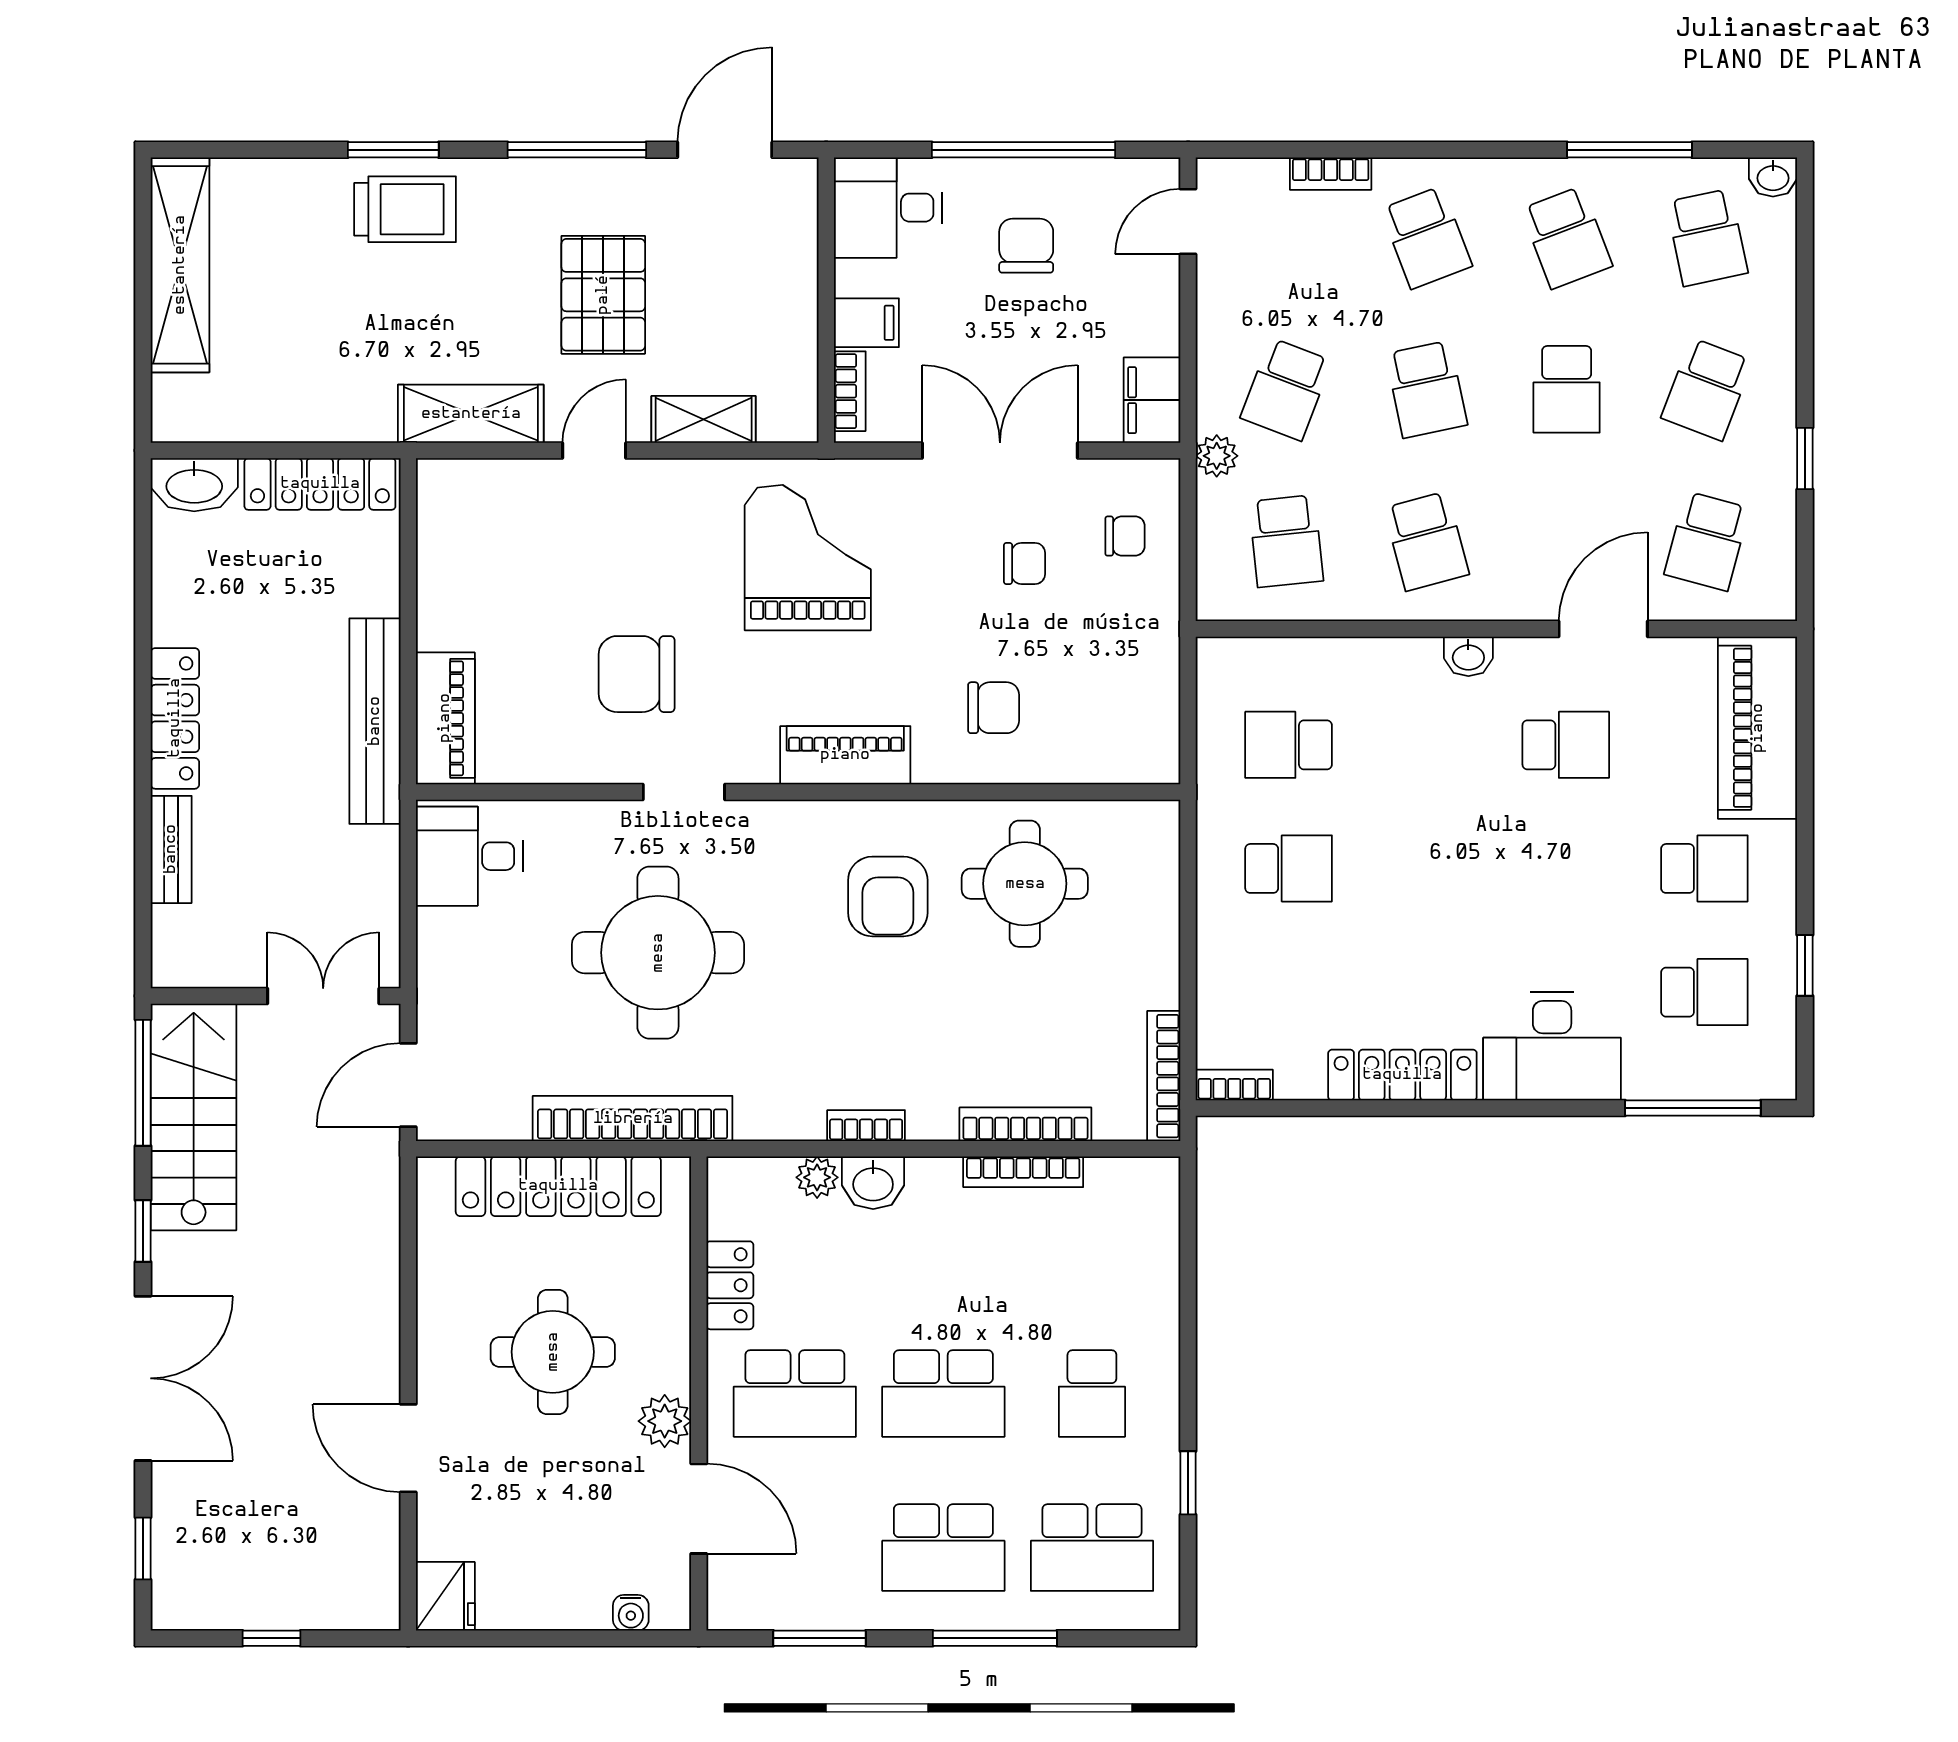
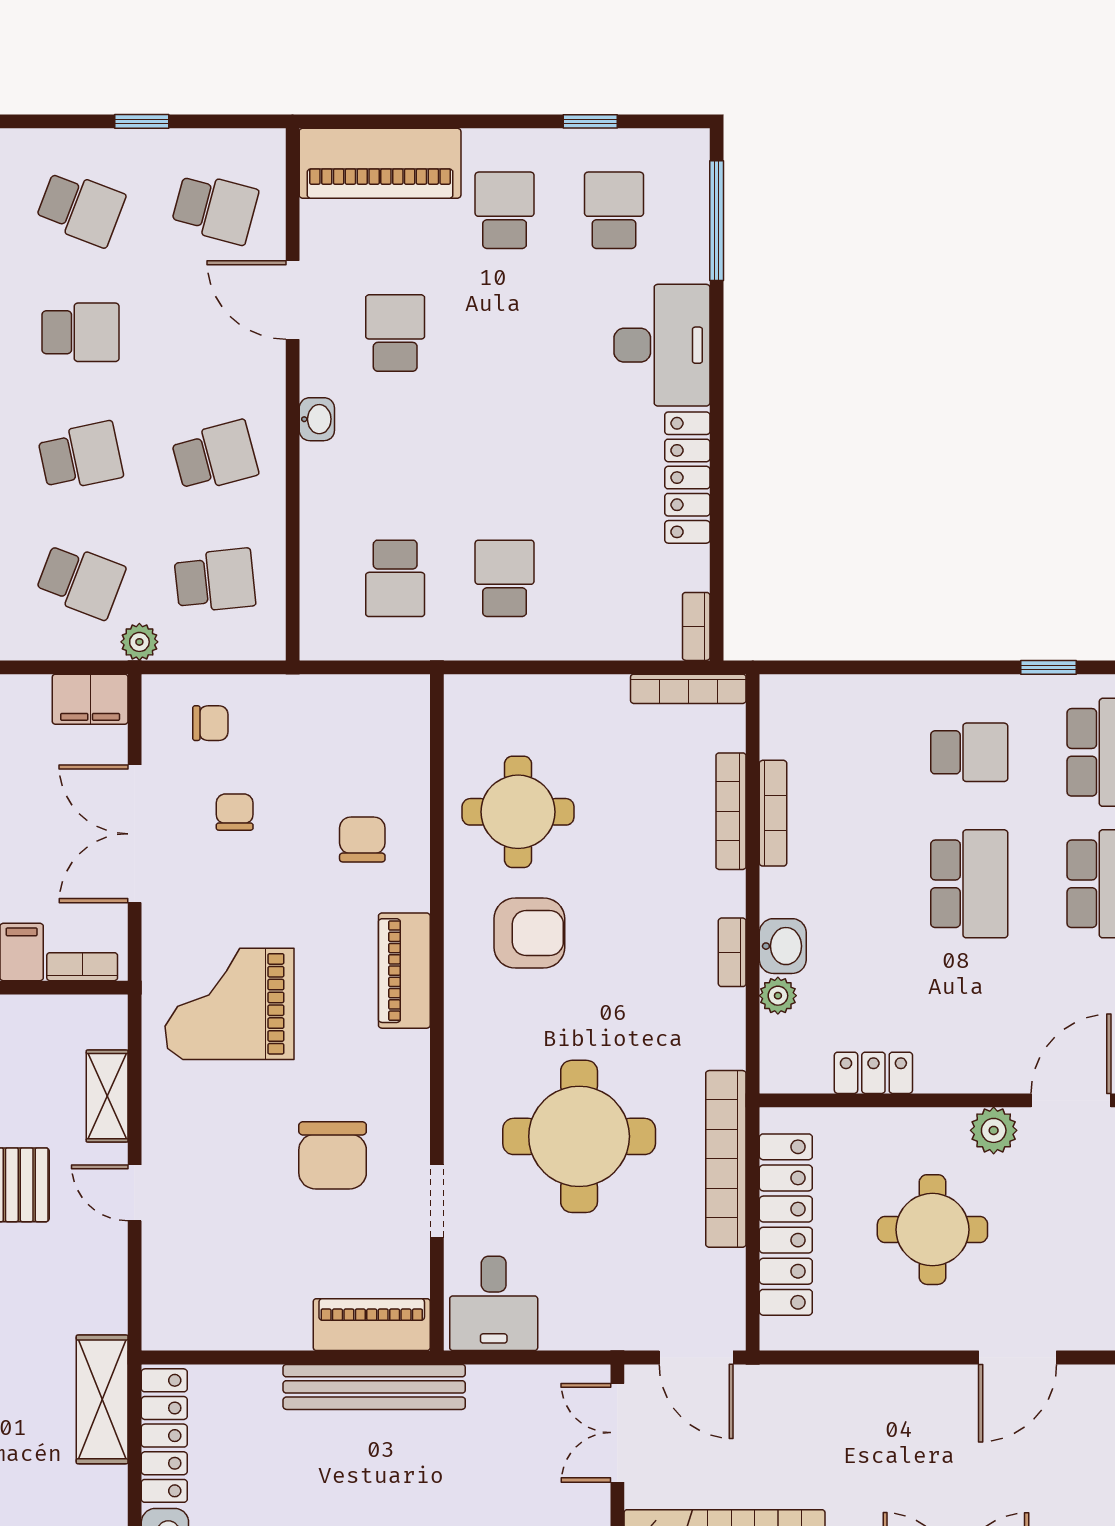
shelving: (471, 414) -> (102, 1399), moved
chair: (1125, 536) -> (210, 723), turned 90
doorway: (684, 792) -> (437, 1201), moved
school desk: (795, 1394) -> (969, 1015), removed

